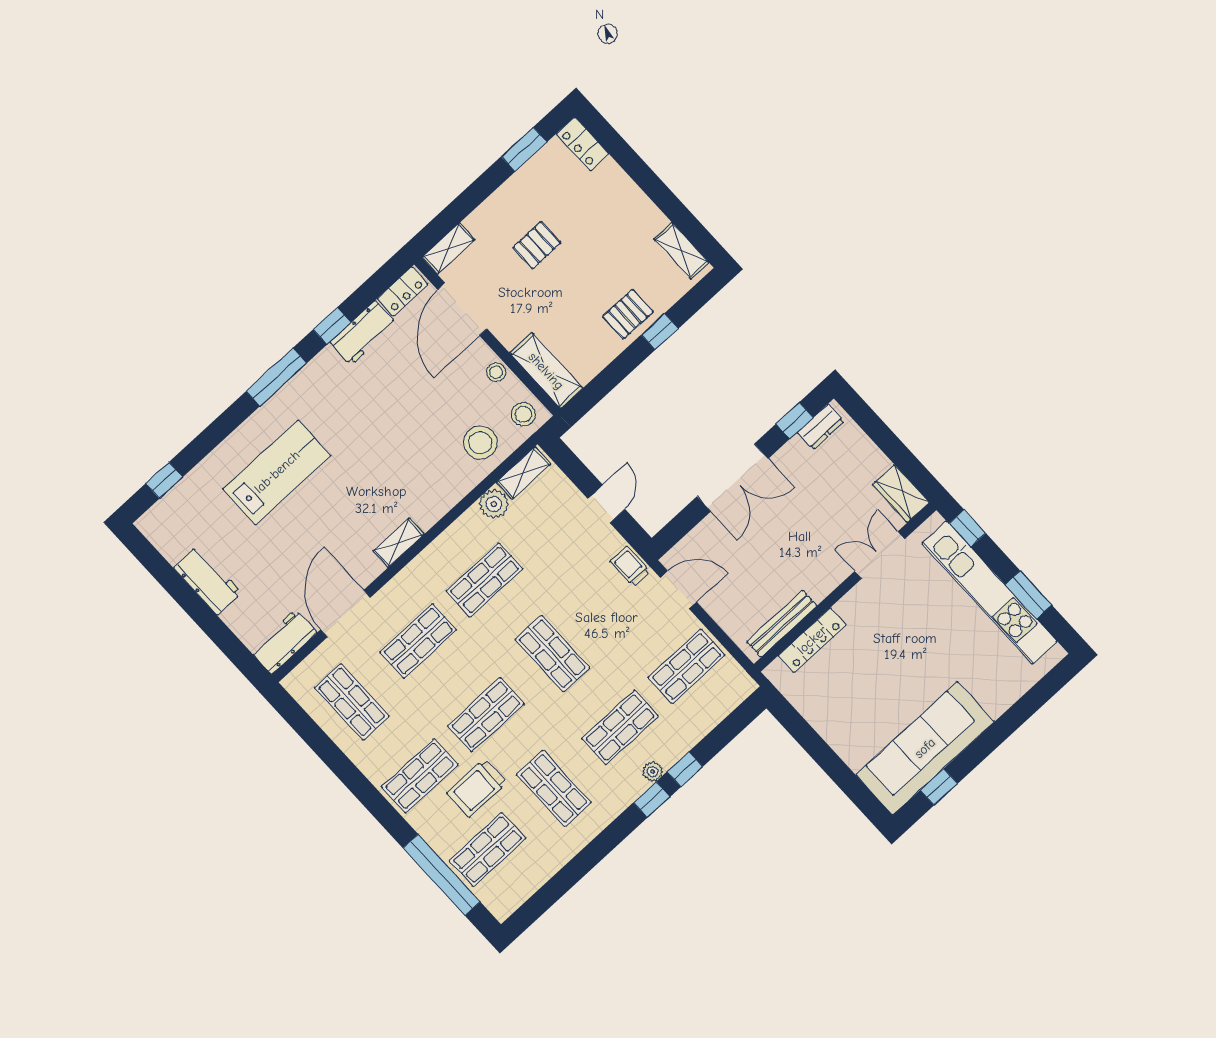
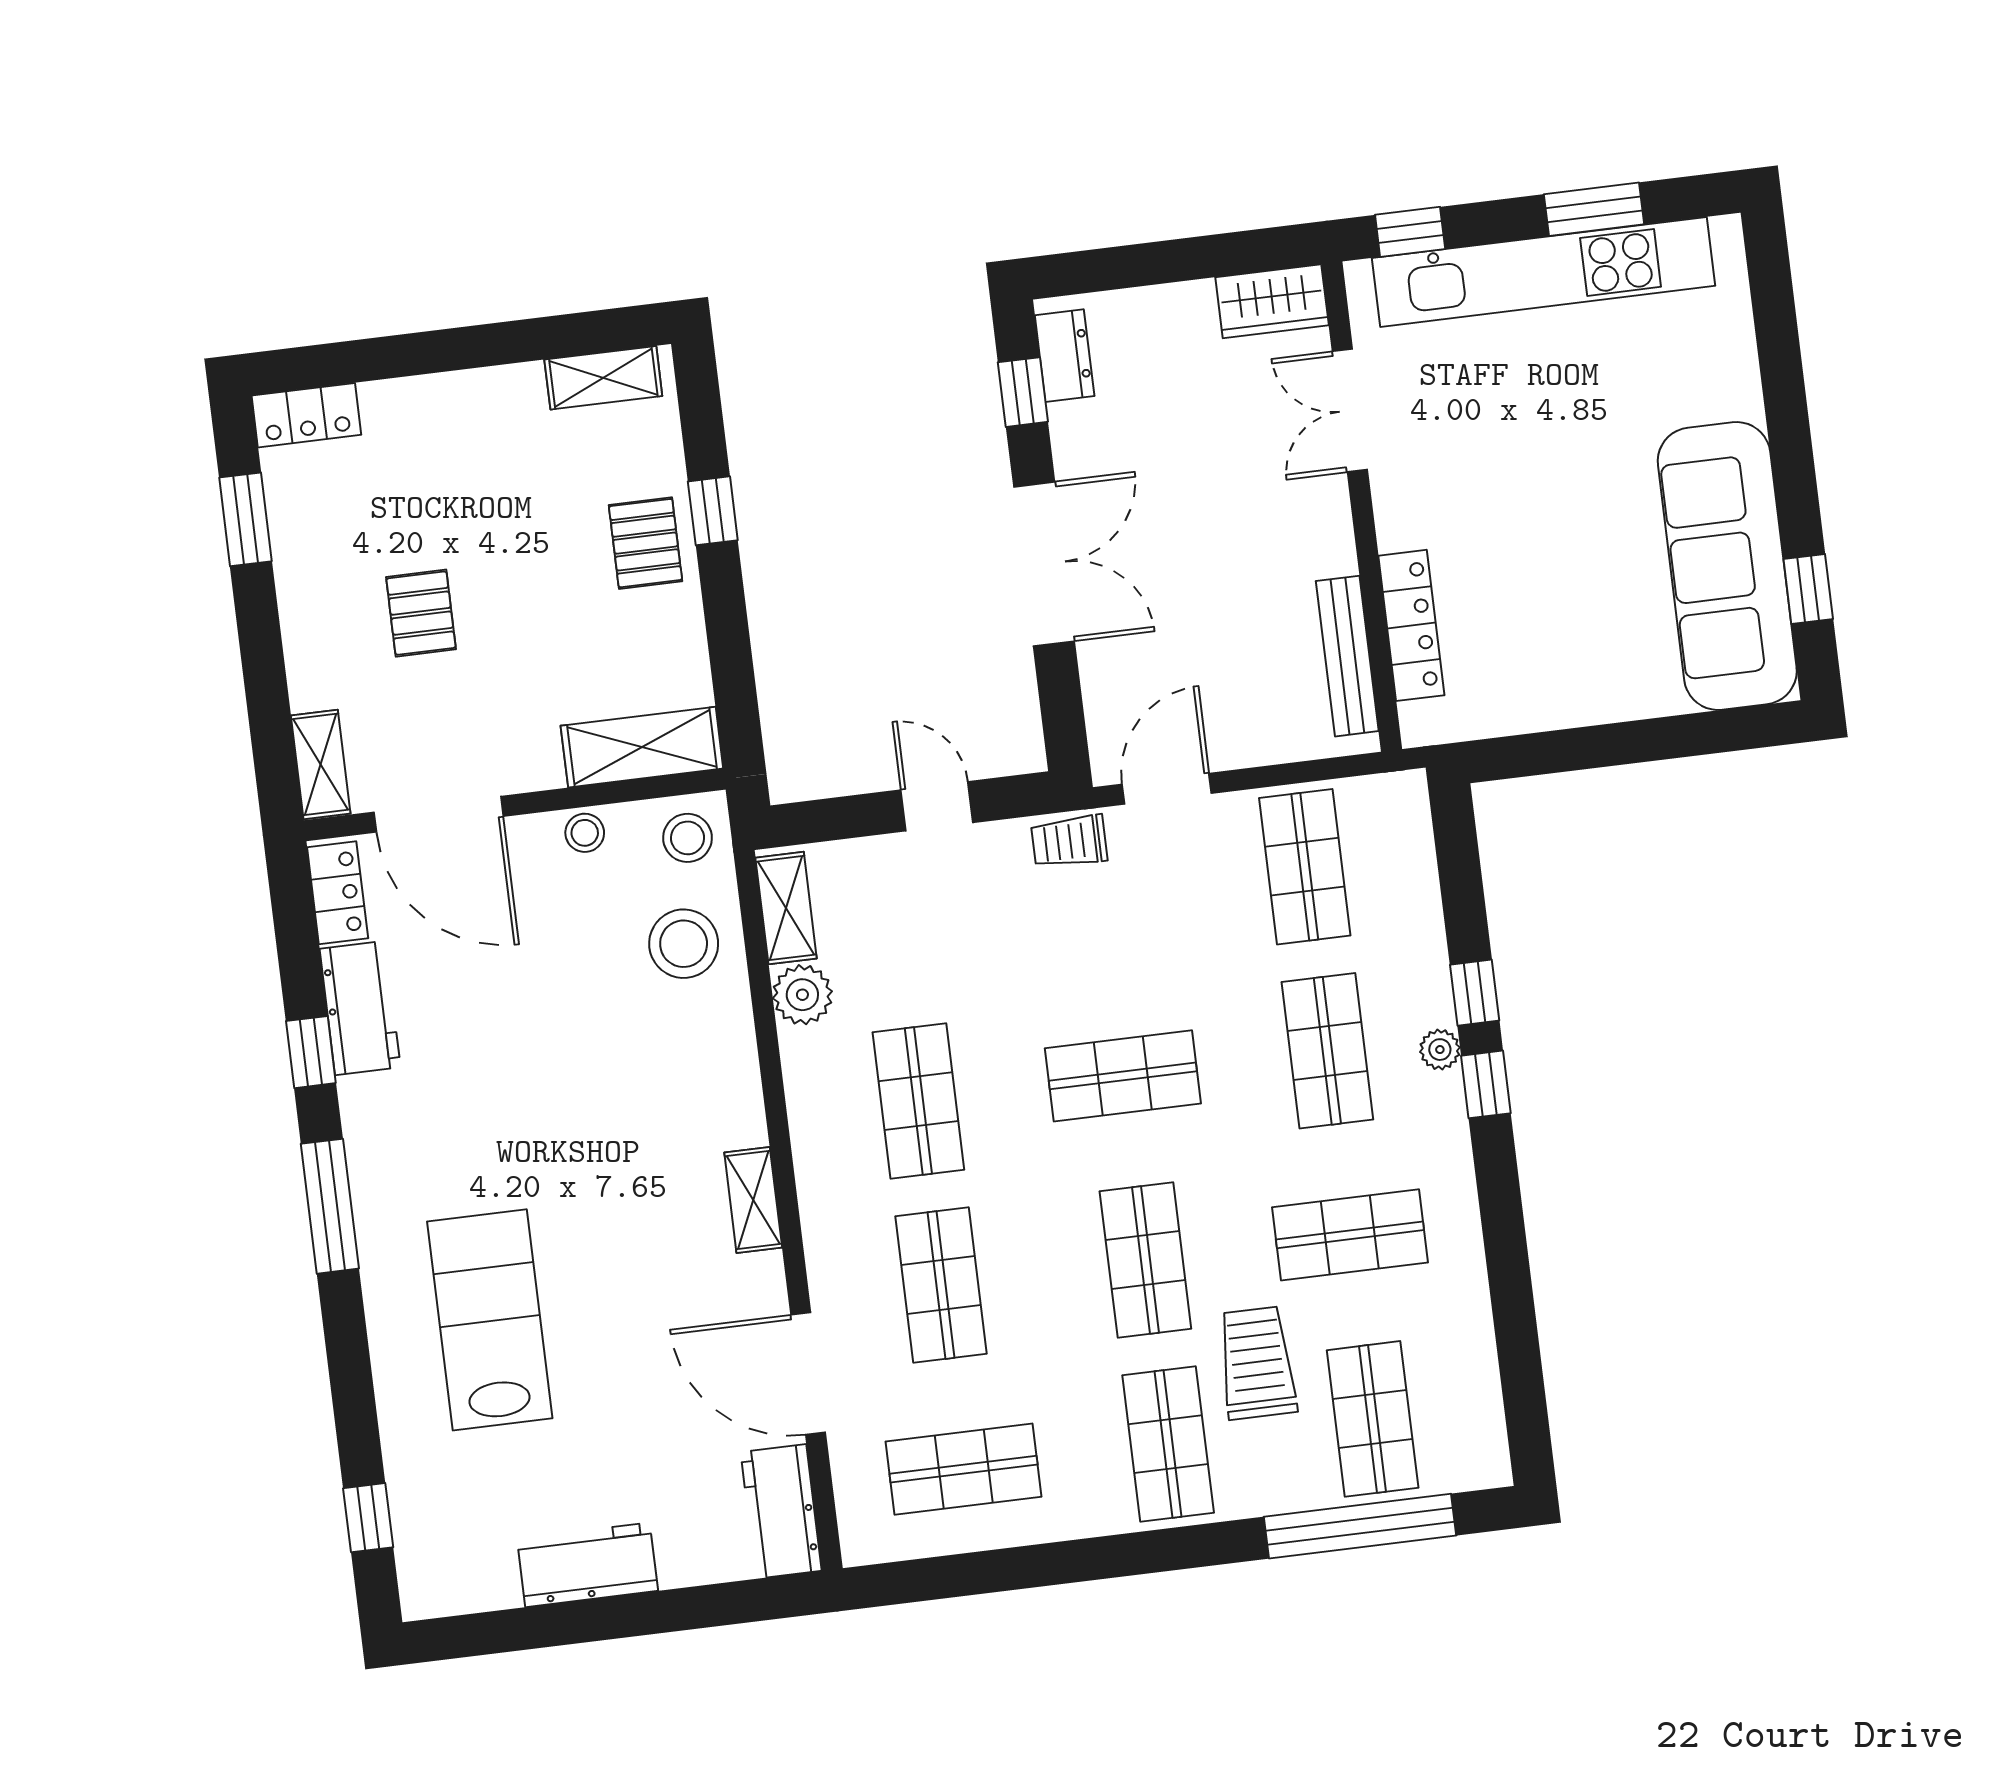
trolley: (477, 788) -> (1257, 1363), turned 180

